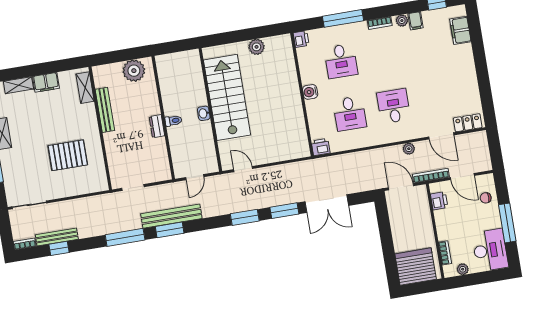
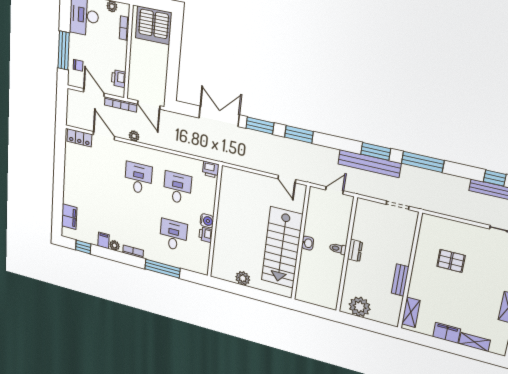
printer: (301, 39) -> (206, 235), moved
desk: (394, 106) -> (138, 178), turned 180
bench: (105, 110) -> (400, 280), width x0.73
pallet: (68, 155) -> (451, 261), width x0.67, depth x0.71
window: (507, 223) -> (64, 50), moved

